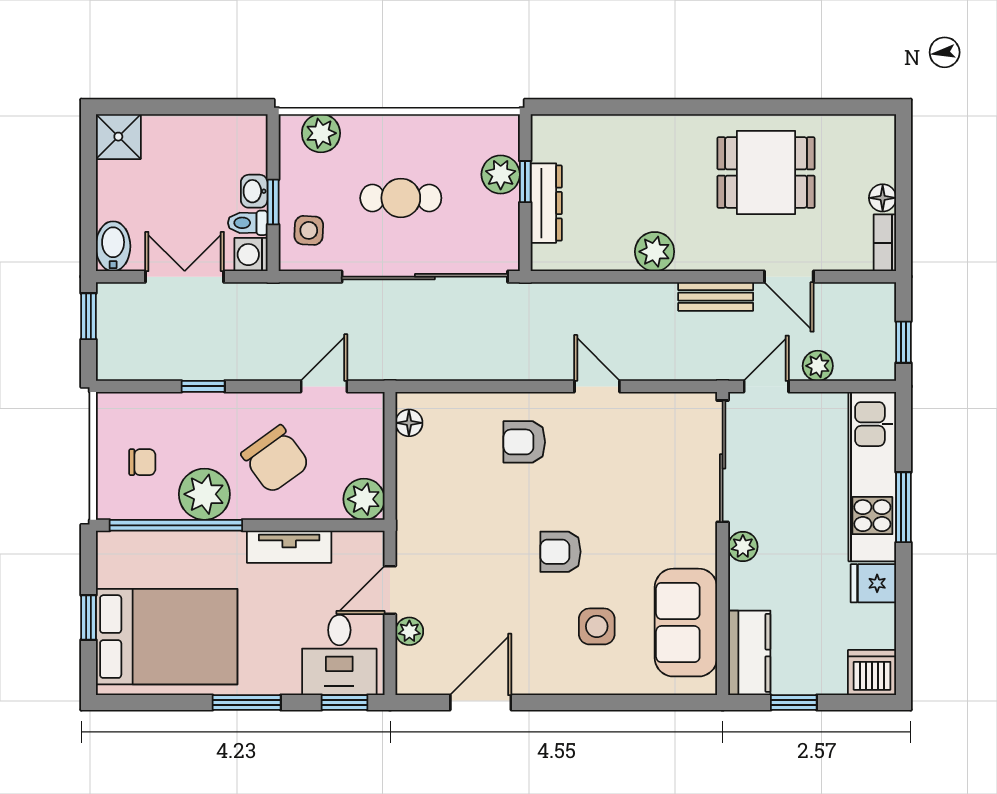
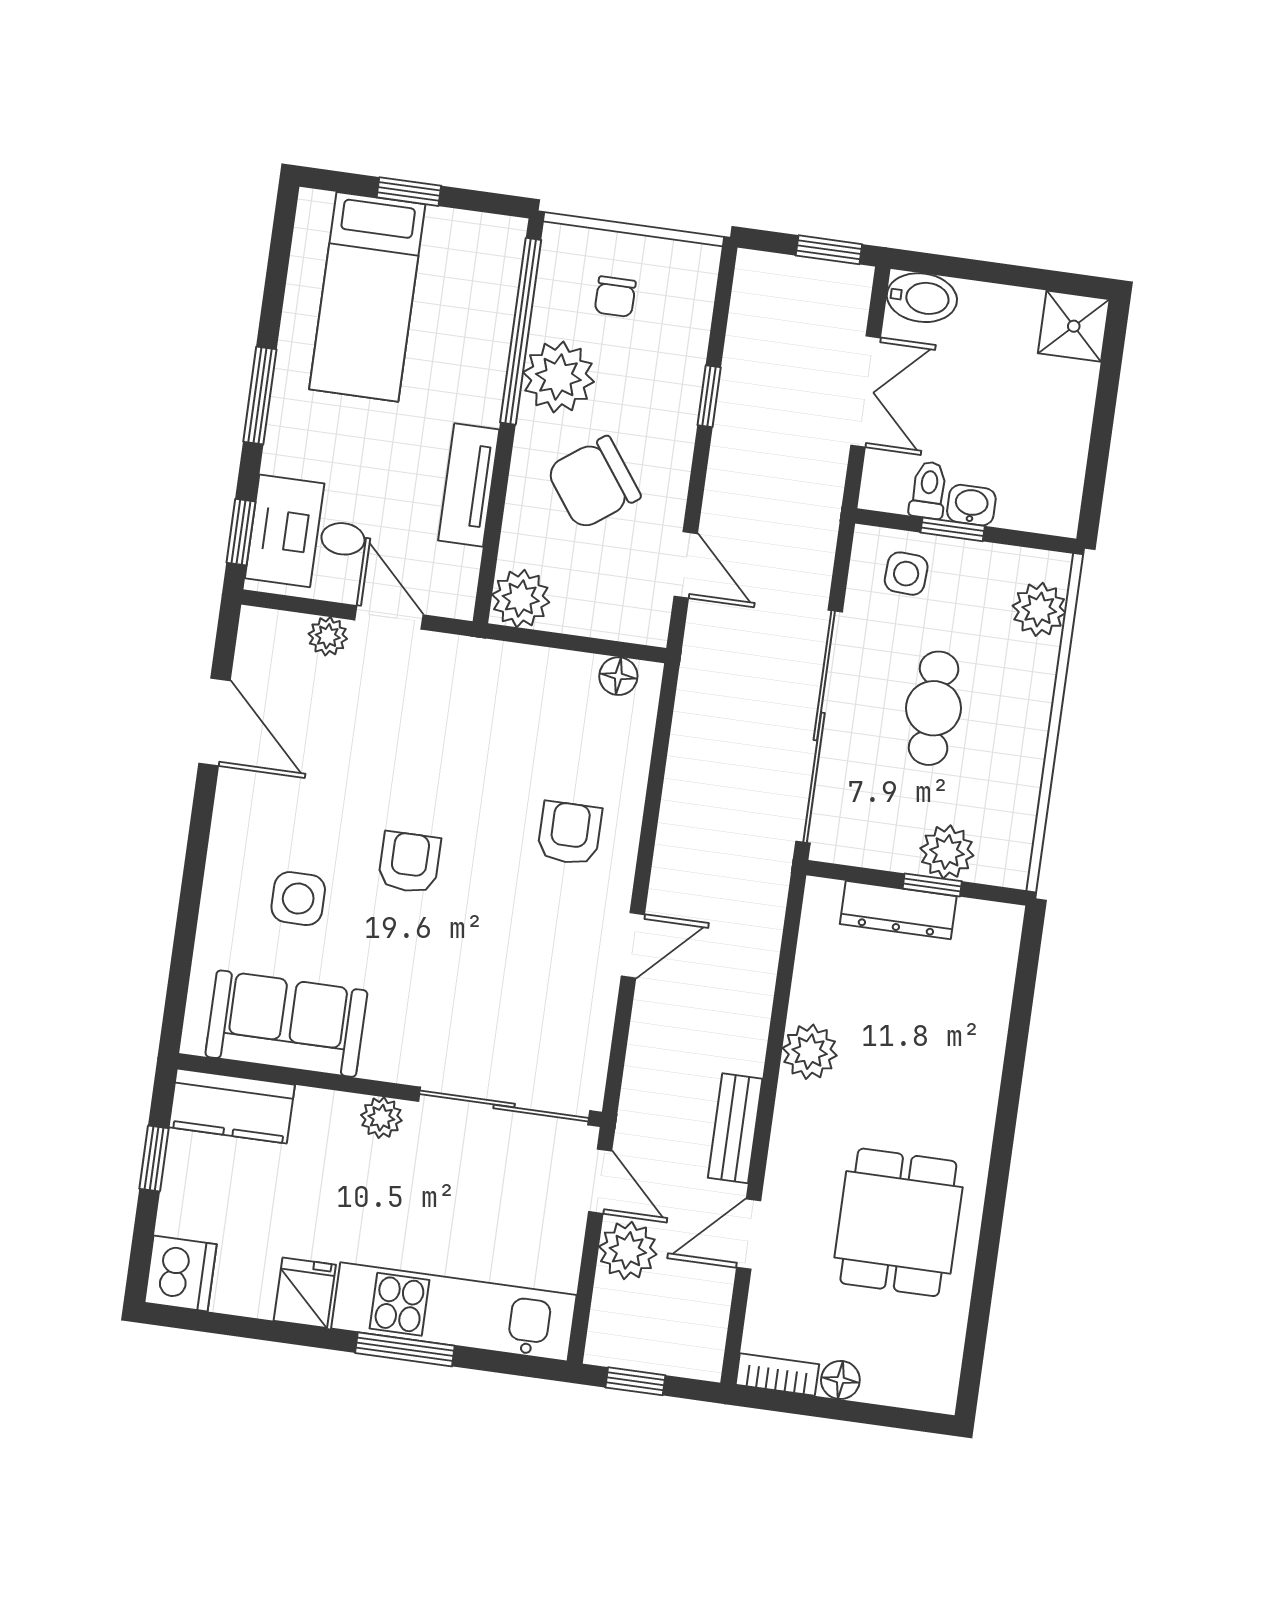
washing machine: (251, 255) -> (884, 488), removed
plant: (818, 366) -> (628, 1250), width x1.38, depth x1.38
bed: (167, 637) -> (367, 297), width x0.67

